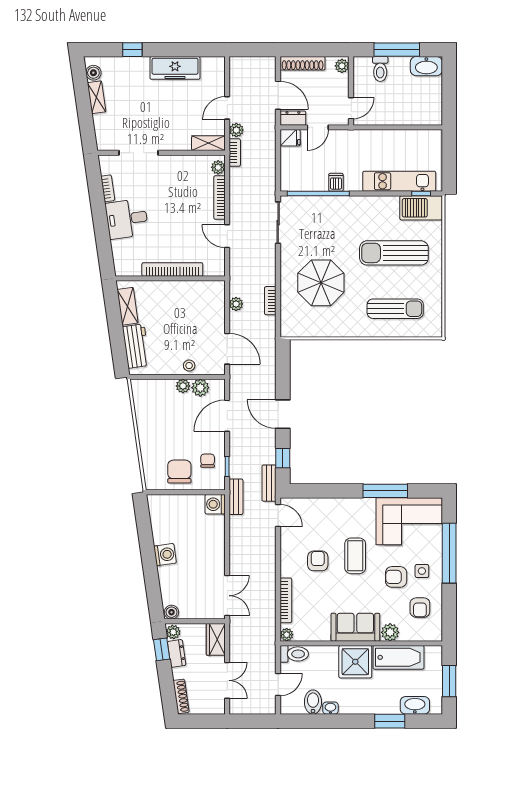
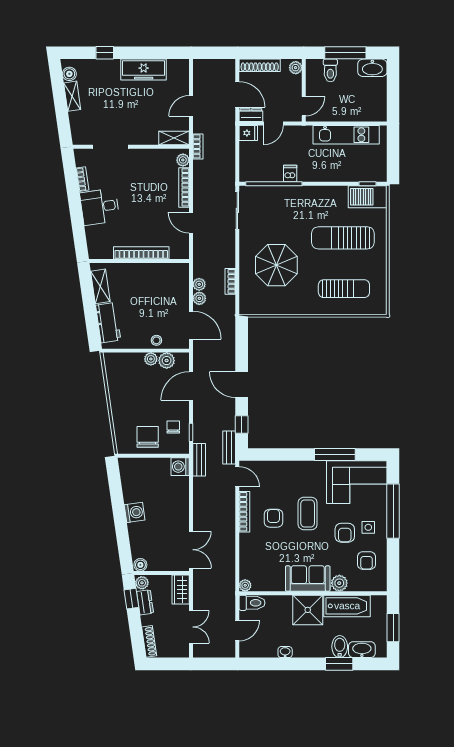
plant: (236, 130) -> (199, 298), moved
kitchen unit: (399, 181) -> (346, 135), moved, turned 180
armchair: (396, 577) -> (345, 533), turned -90
bookcase: (286, 600) -> (244, 512), moved
bidet: (313, 702) -> (340, 647), moved

